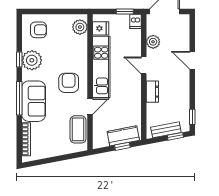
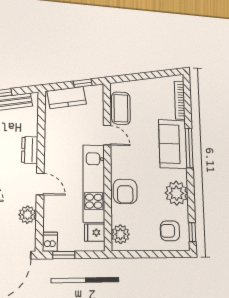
window: (19, 60) -> (192, 232), moved
armchair: (69, 83) -> (125, 191), moved
door: (90, 106) -> (107, 135), swing flipped
window: (122, 146) -> (83, 83), moved

